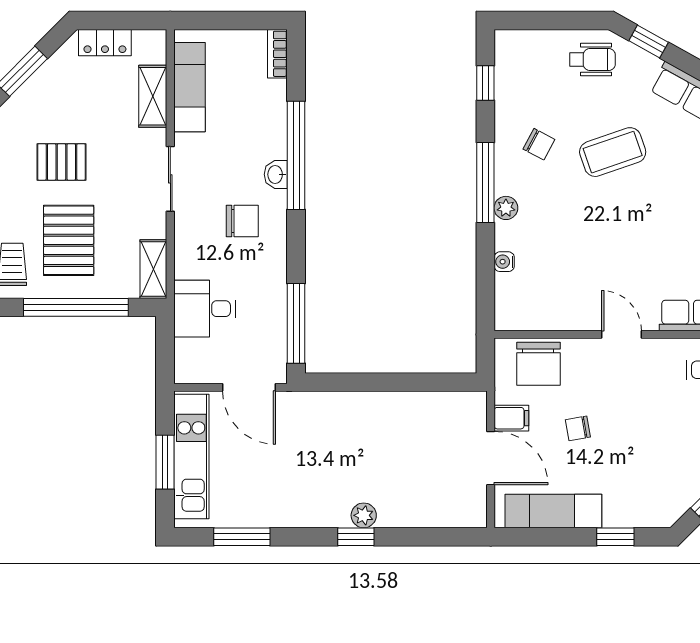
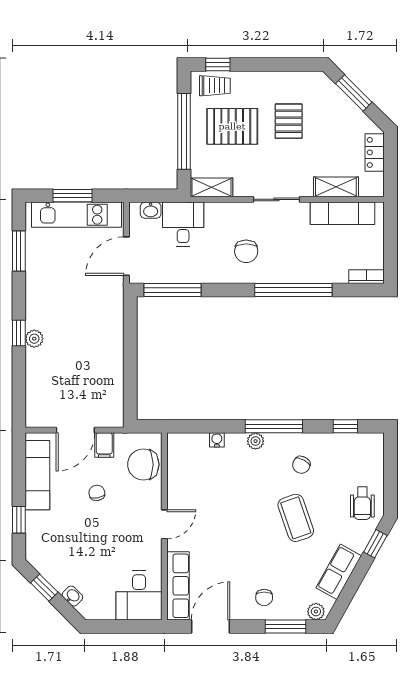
washbasin: (276, 174) -> (151, 210), moved, turned 180

